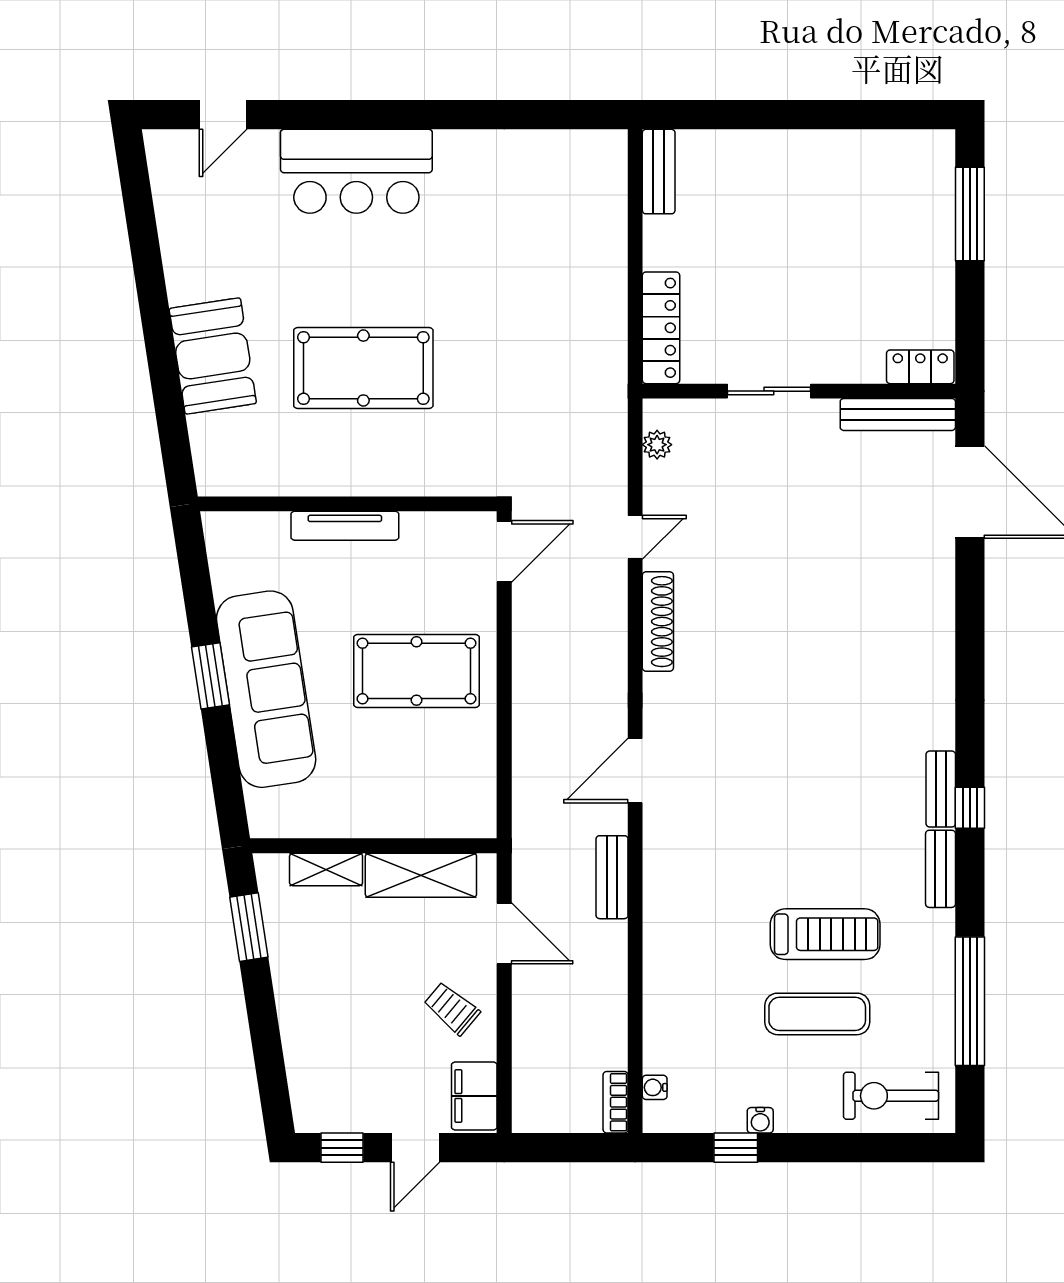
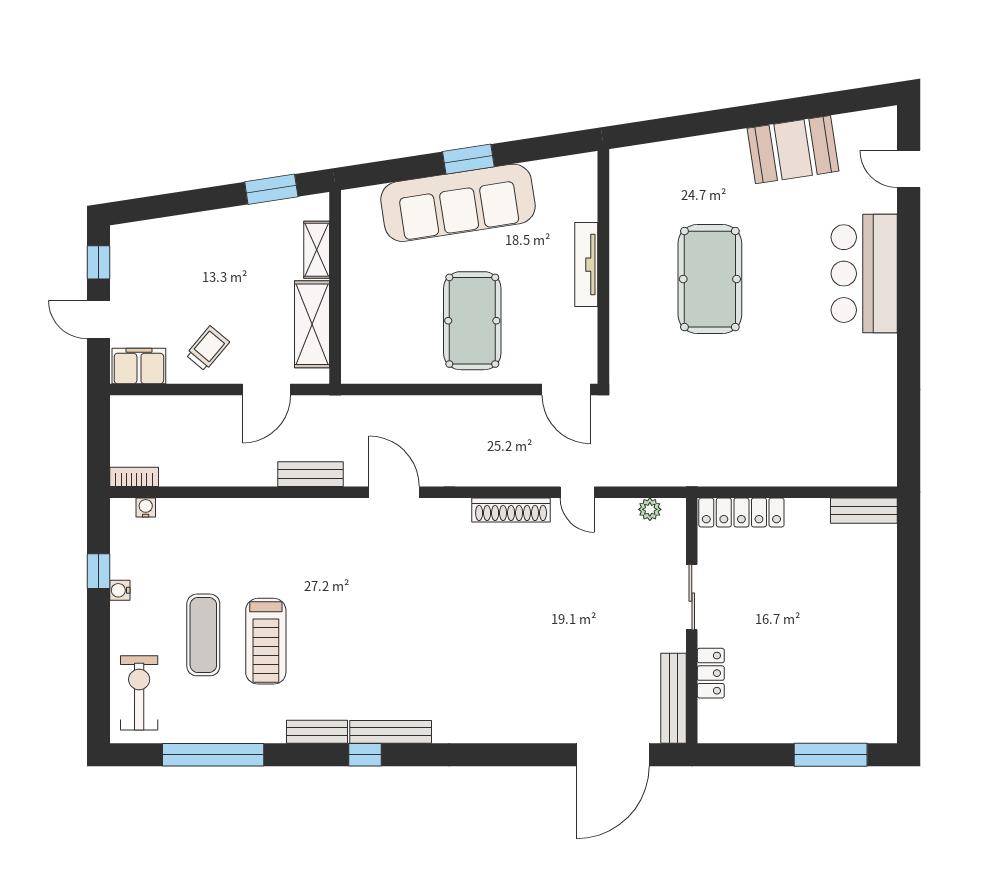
booth: (213, 356) -> (793, 150), moved
locker: (920, 367) -> (711, 673), moved
bench: (941, 789) -> (391, 732), width x1.36

